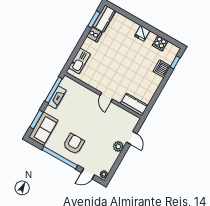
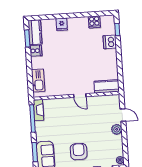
fridge: (142, 33) -> (62, 24), moved
fireplace: (57, 97) -> (39, 110), moved

